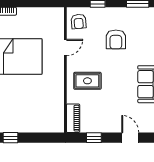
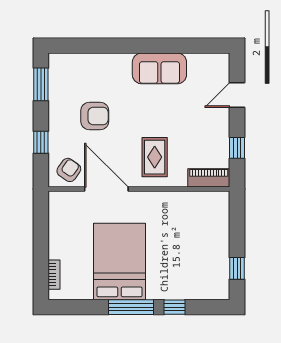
armchair: (79, 21) -> (69, 170), turned -50
door: (65, 47) -> (106, 189), width x1.87

